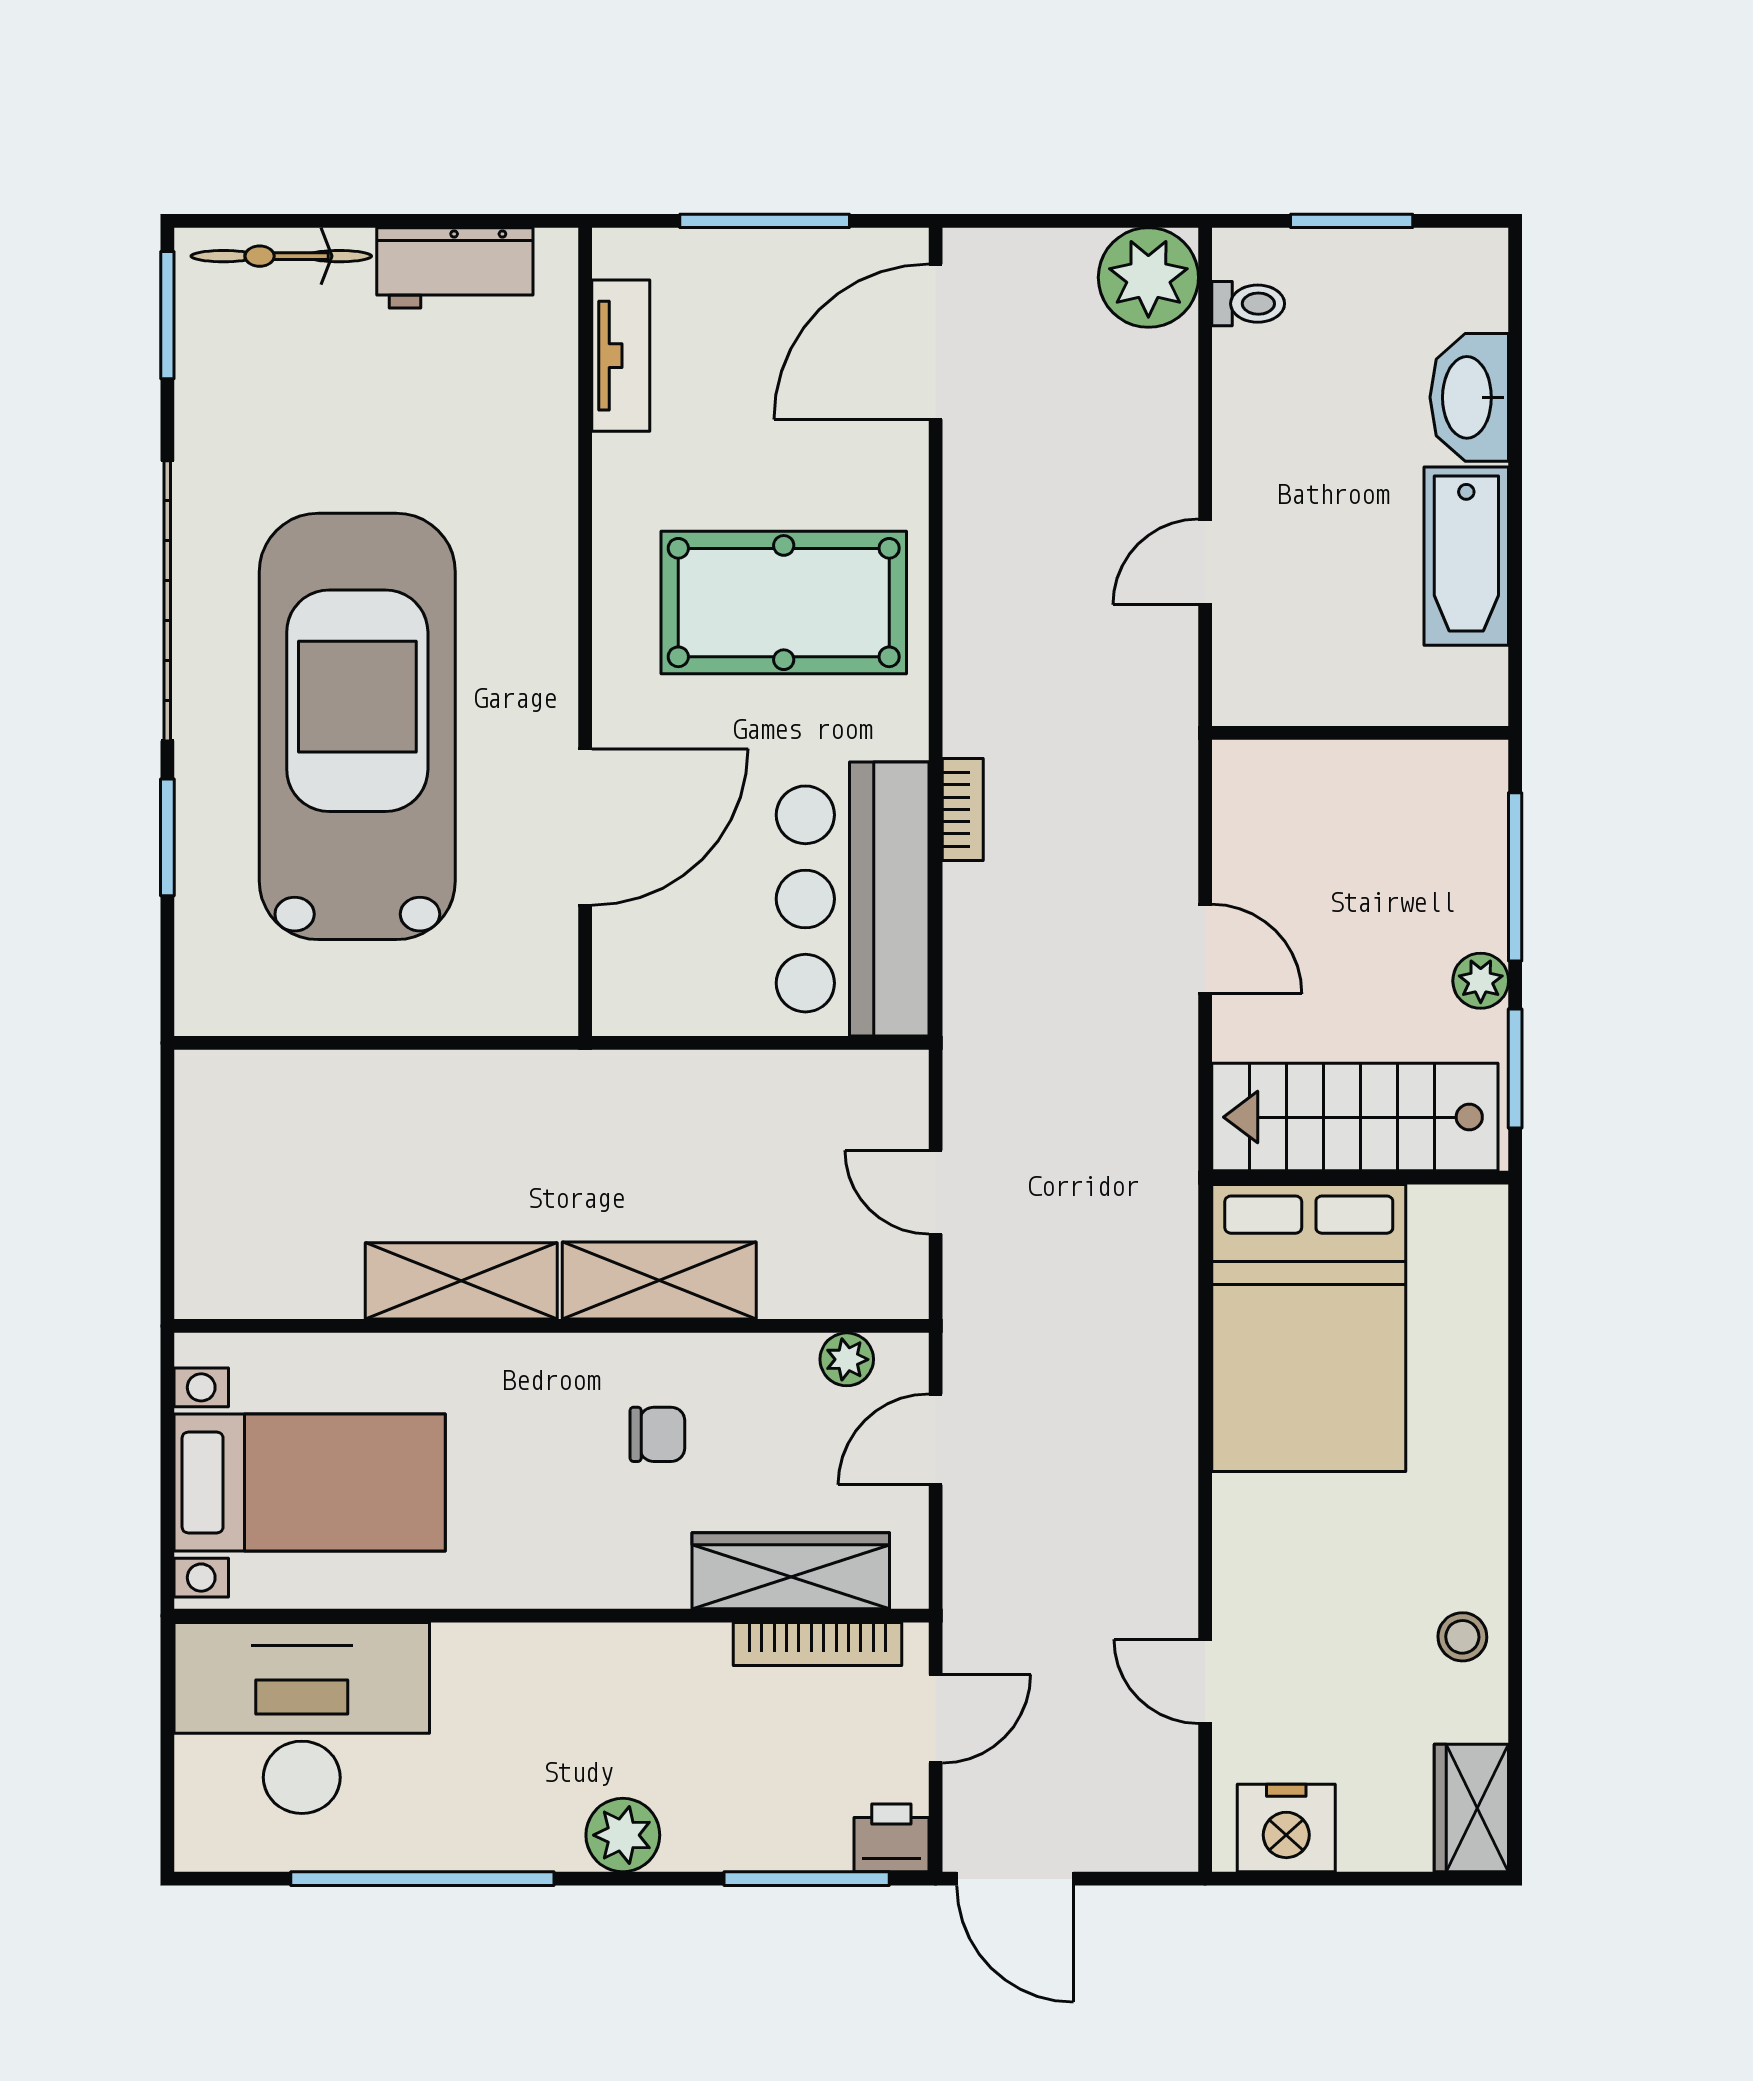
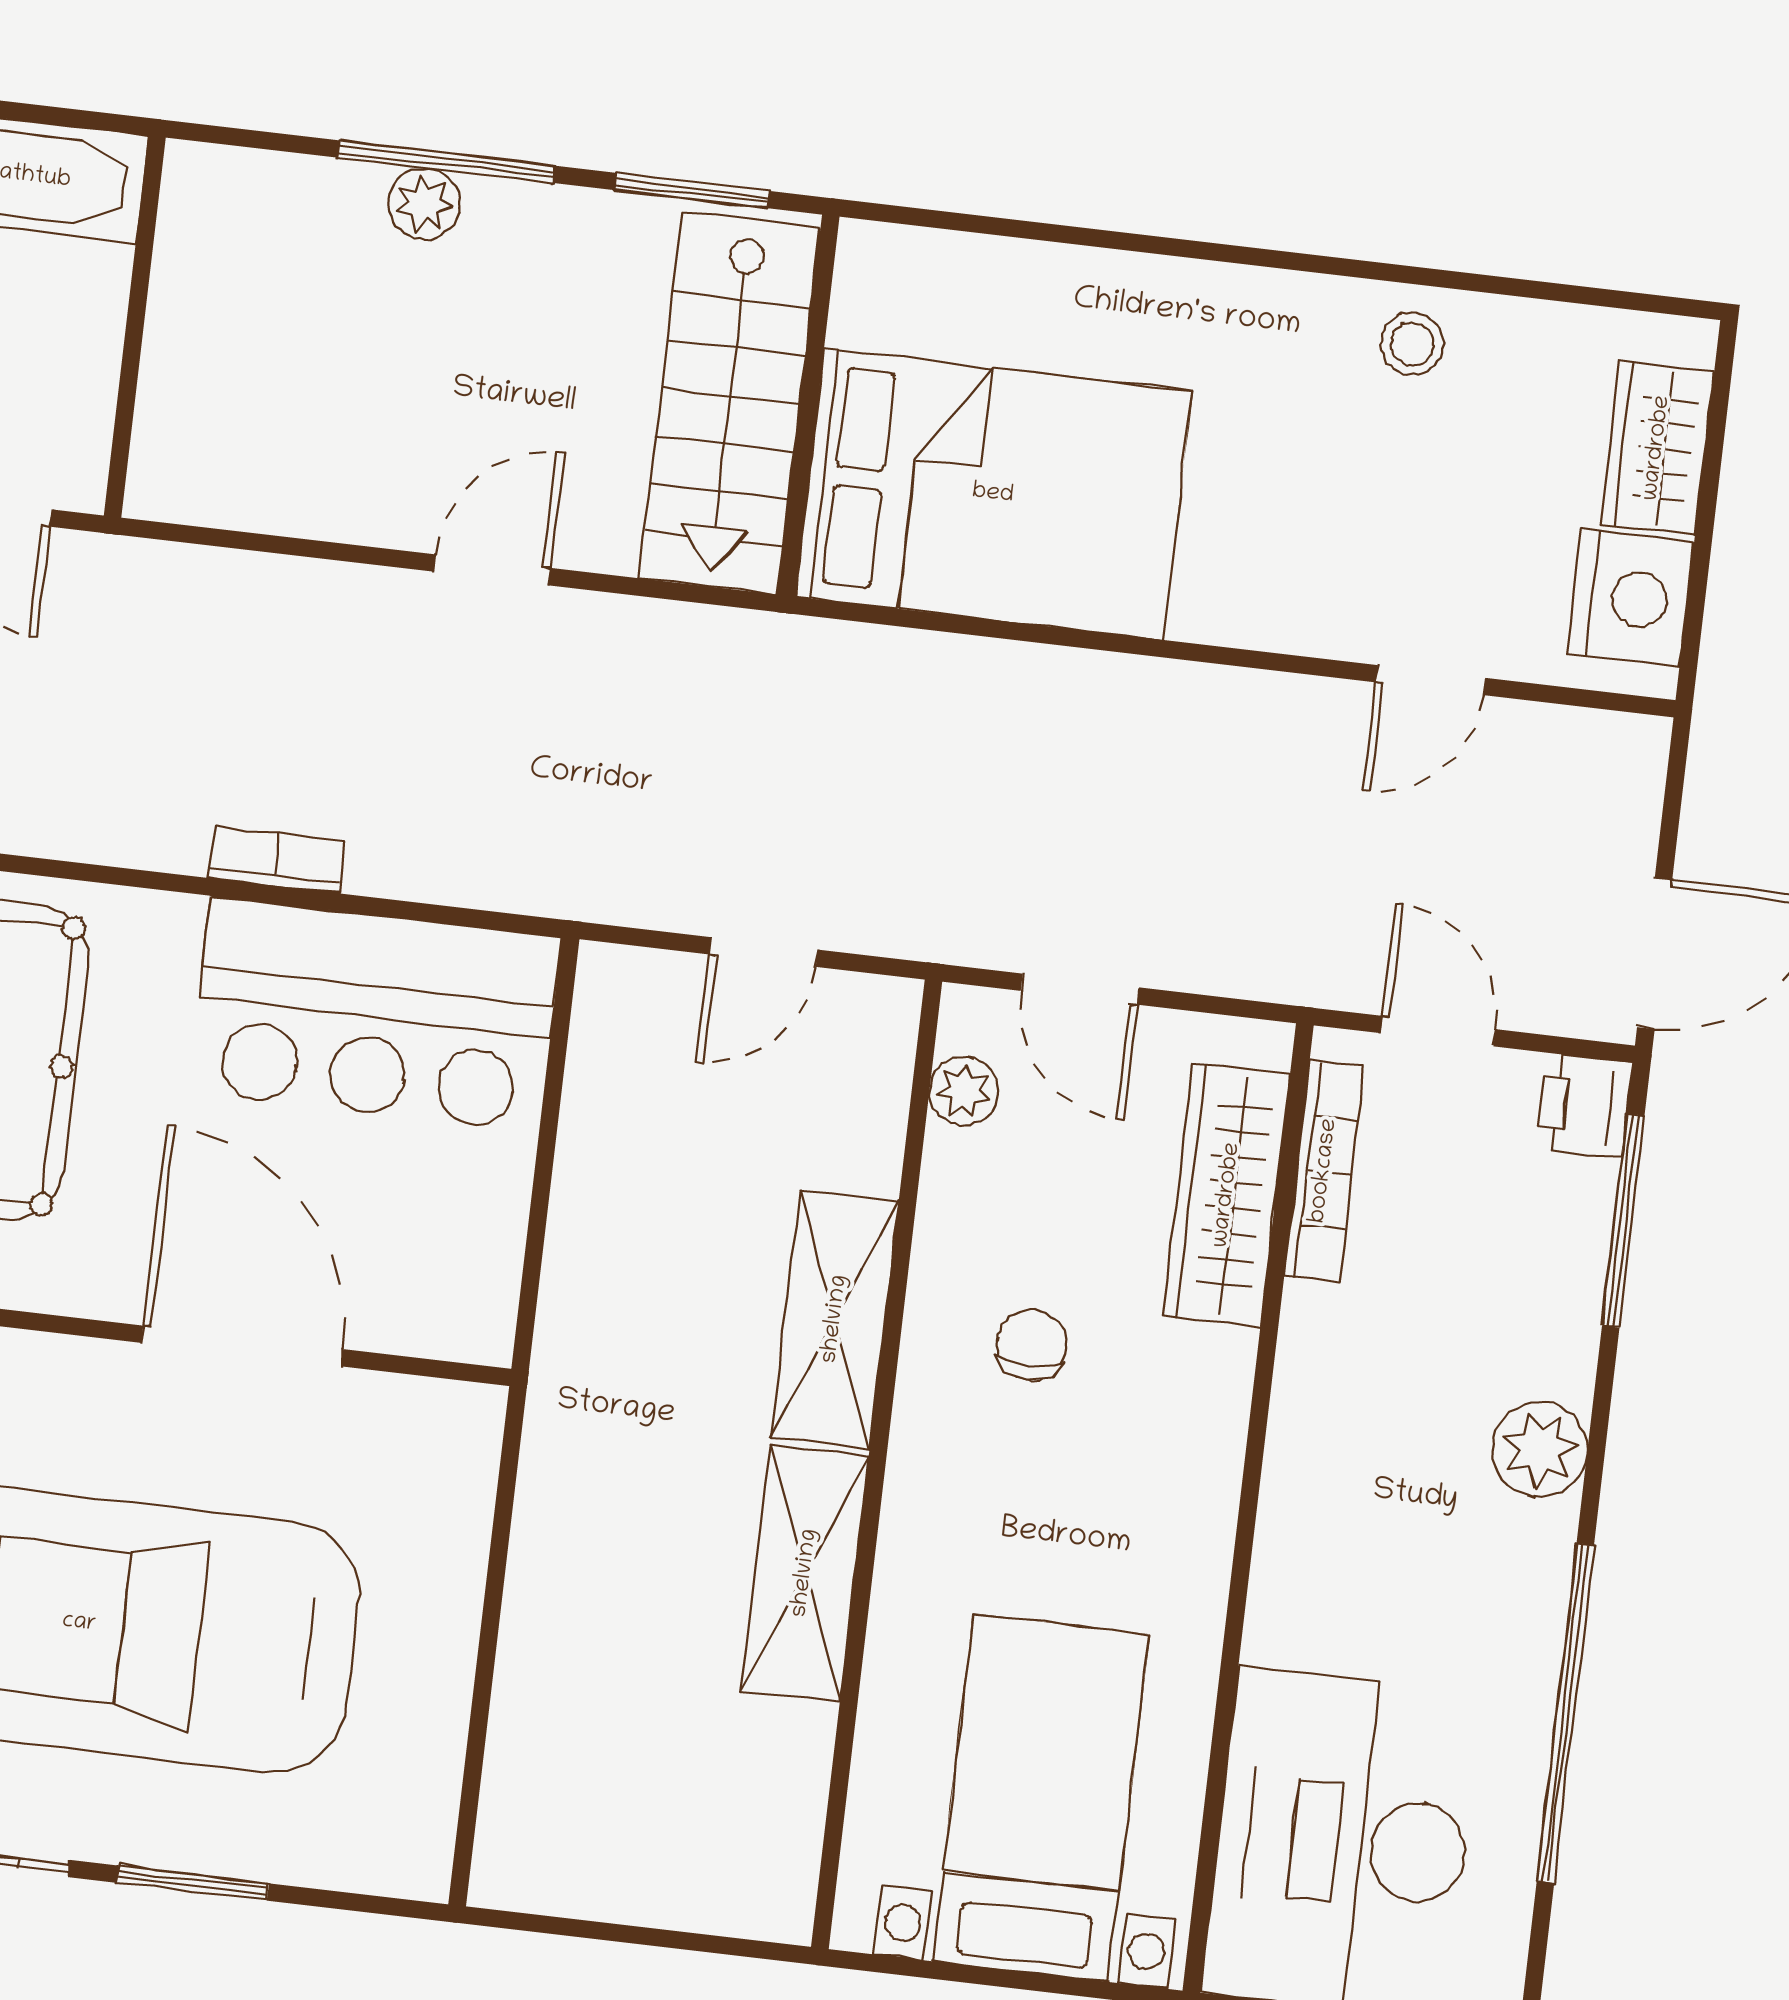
wall: (1360, 733) -> (135, 327), moved
plant: (1481, 981) -> (424, 204), moved
wardrobe: (1471, 1808) -> (1657, 448), moved, turned 90

